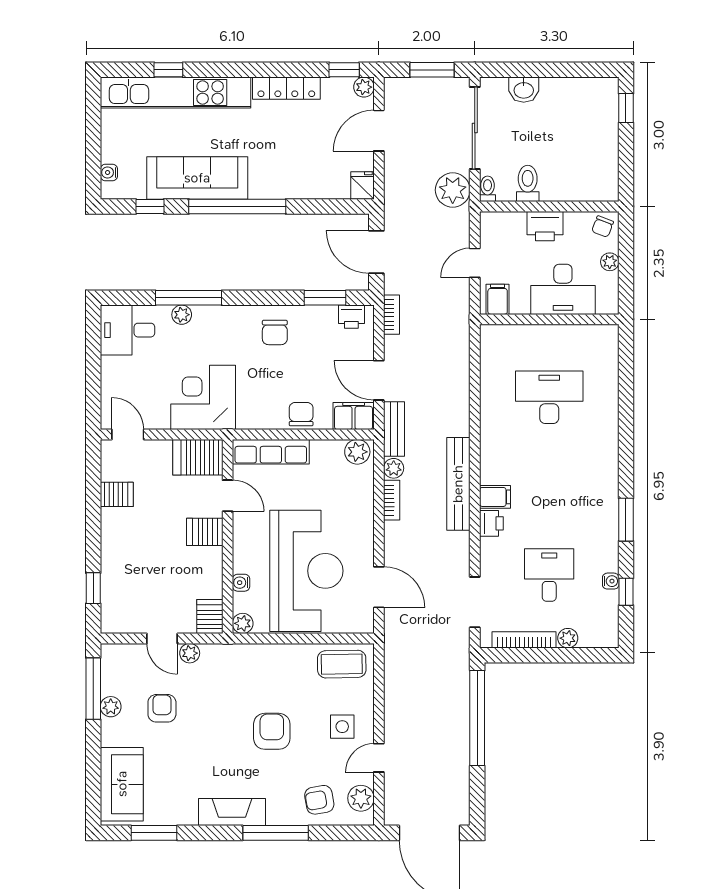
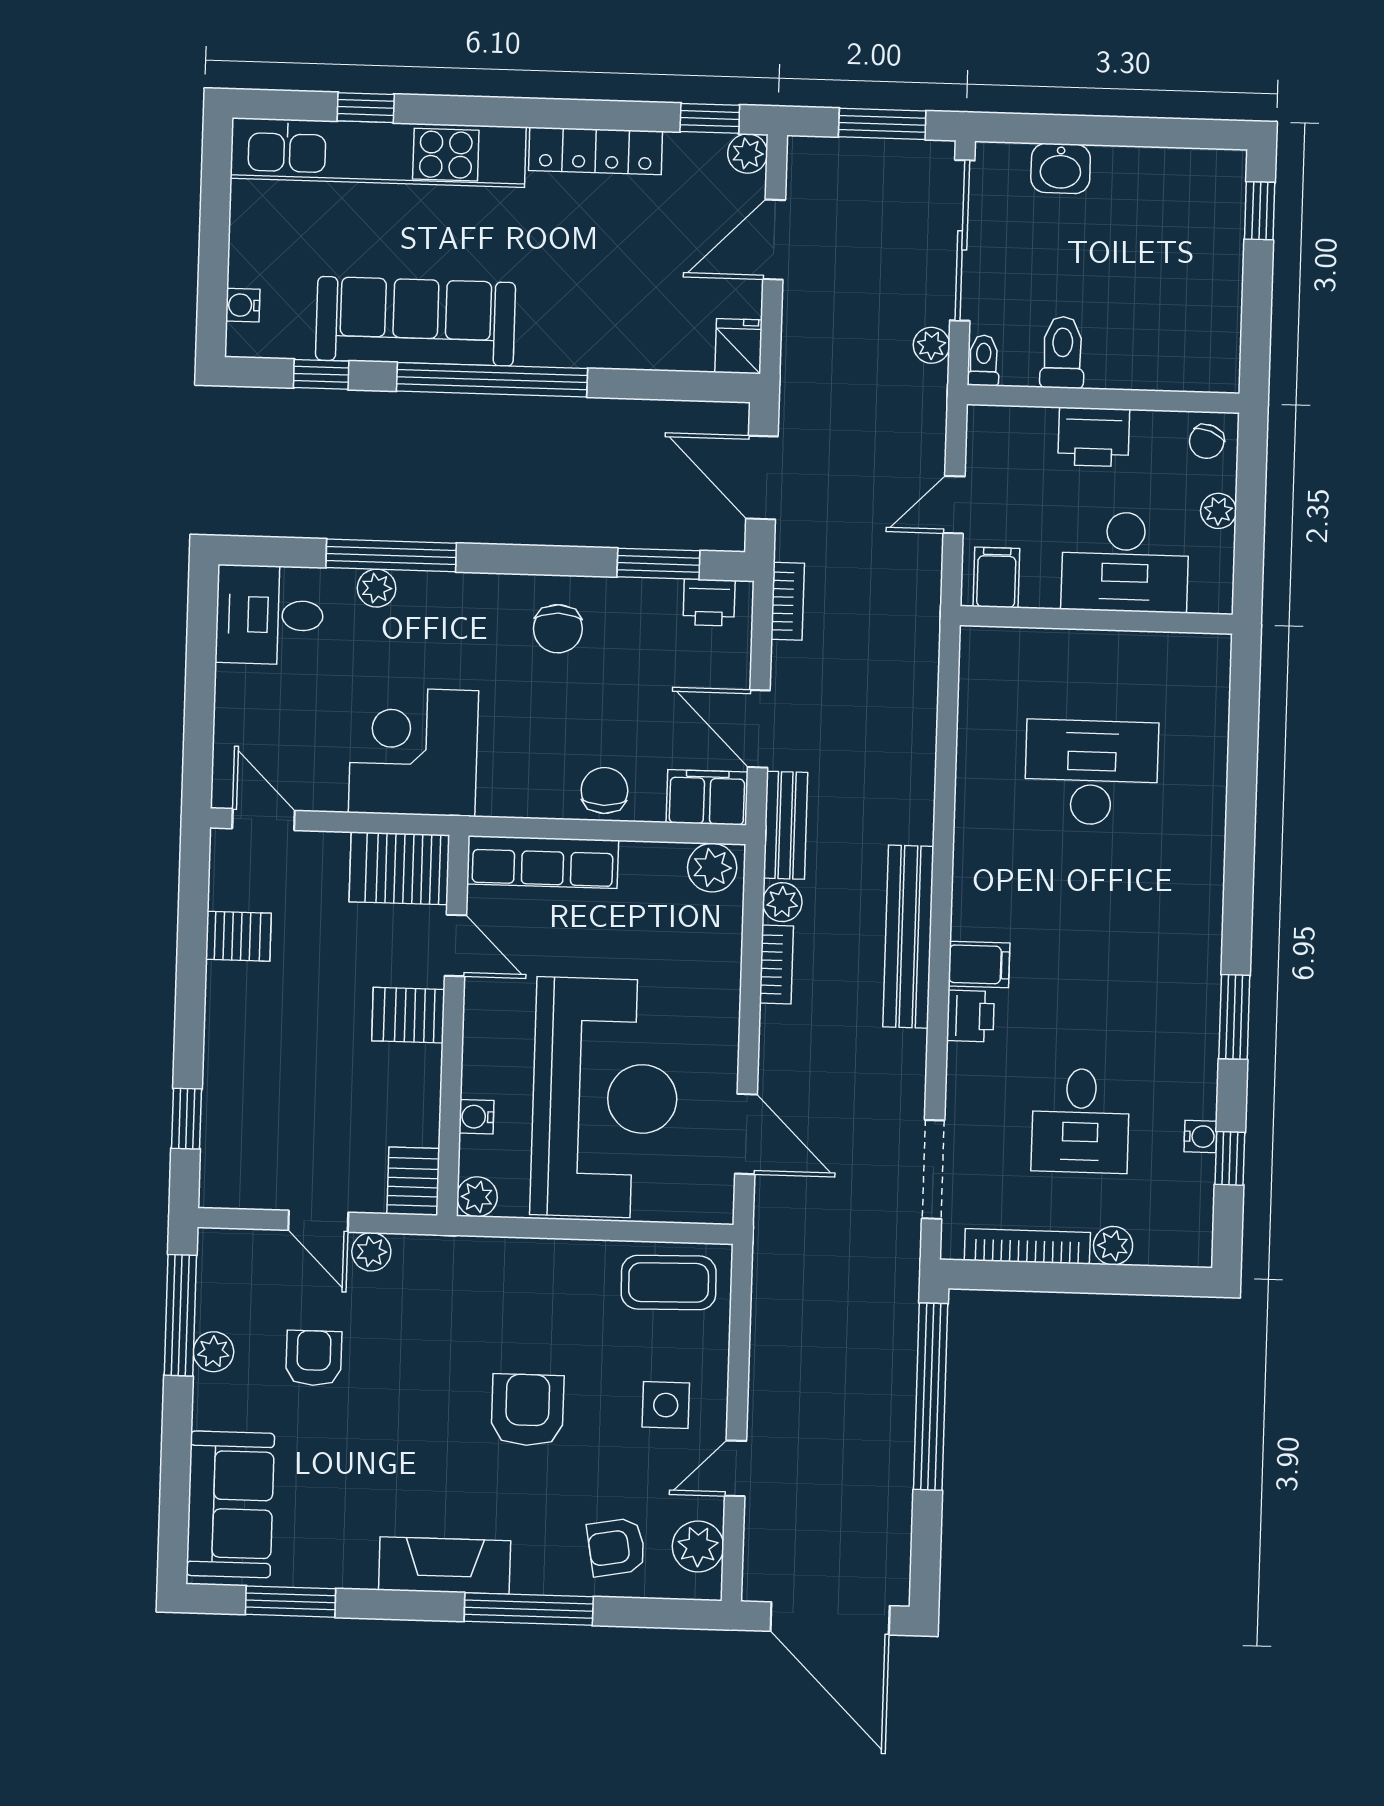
plant: (453, 190) -> (931, 345), width x0.53, depth x0.53
desk: (549, 575) -> (1080, 1121), turned 180

